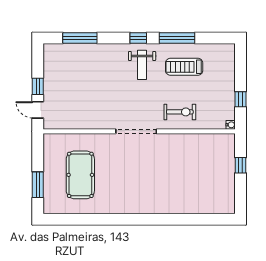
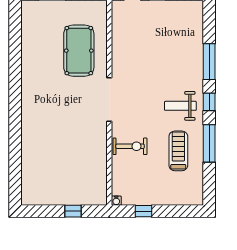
window: (80, 38) -> (209, 62), moved
exercise bike: (180, 112) -> (130, 146), turned -90
pool table: (80, 175) -> (79, 51), moved, turned 90

